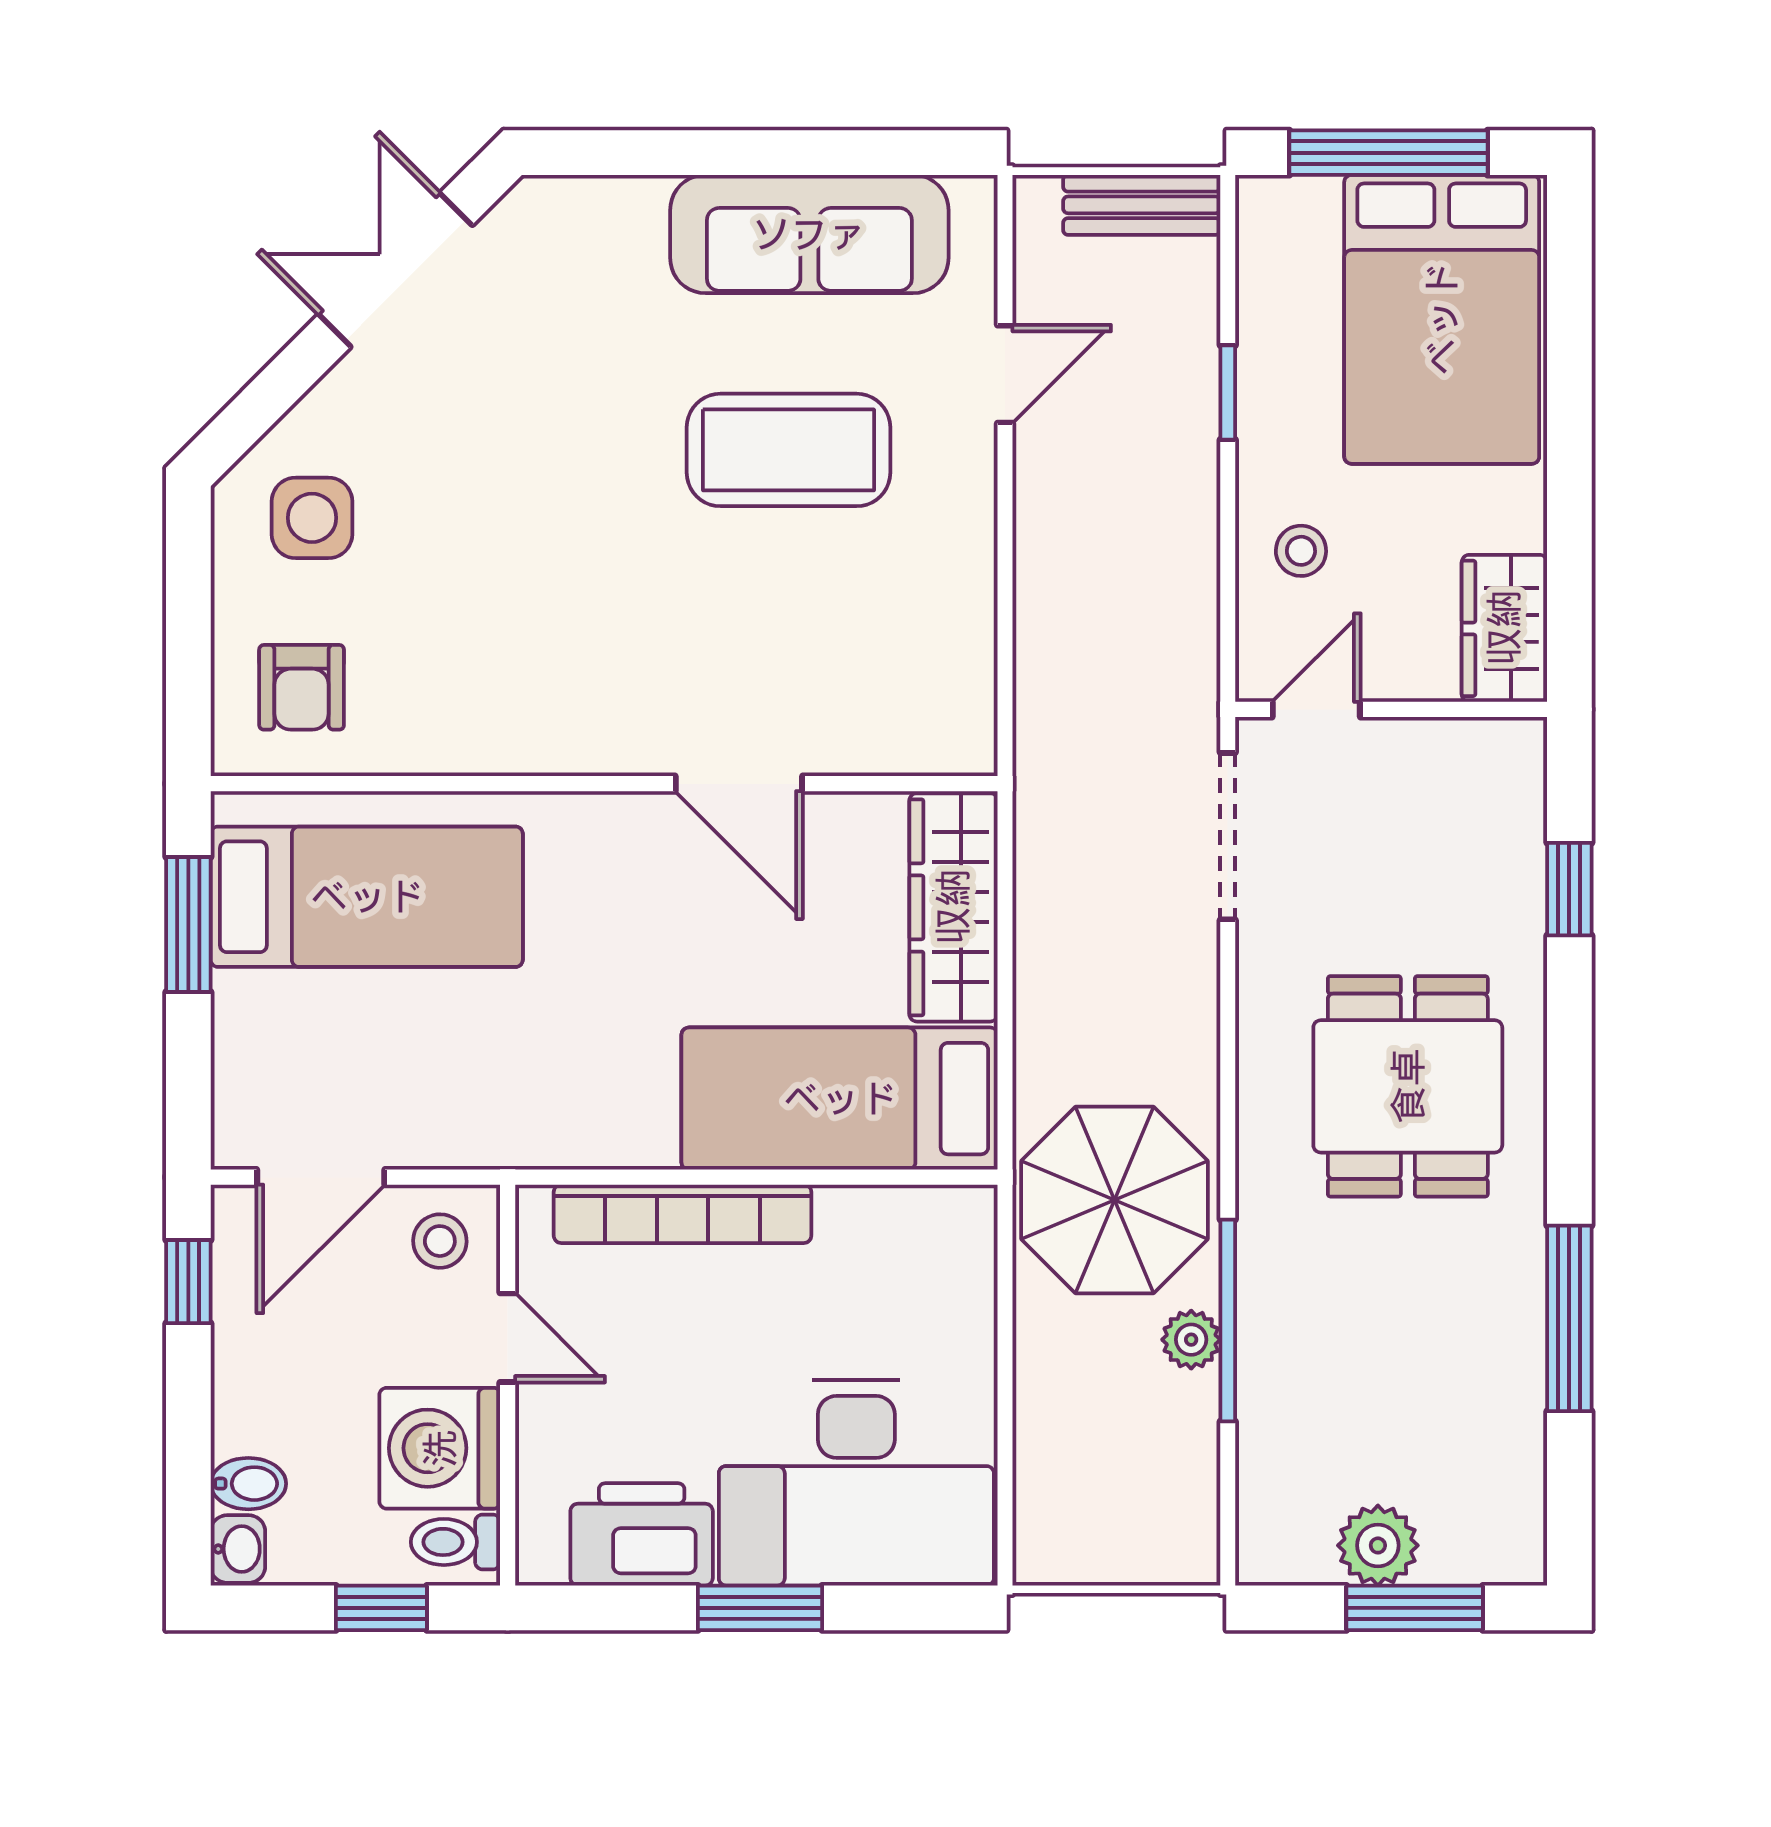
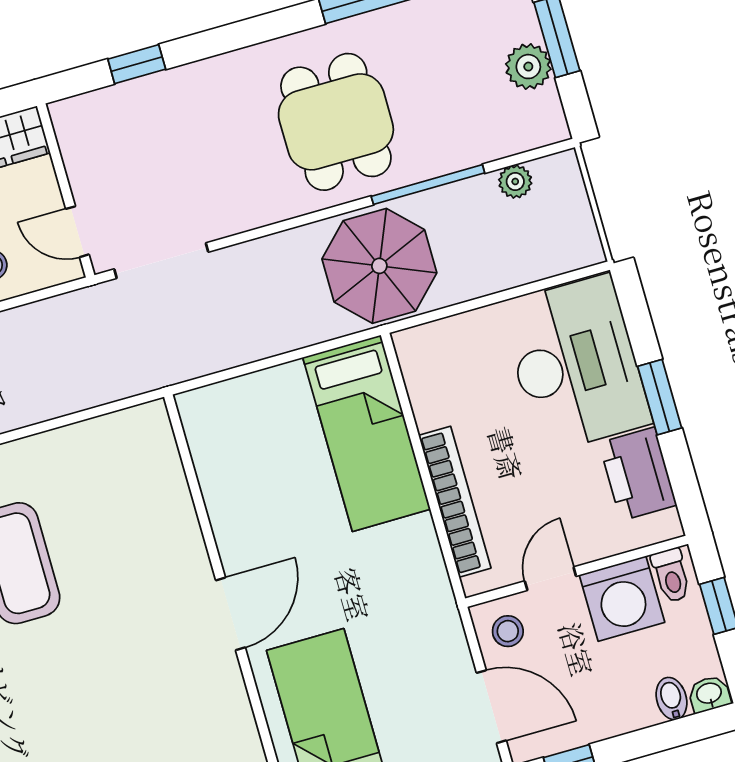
door: (739, 784) -> (230, 614), moved
wardrobe: (953, 907) -> (243, 401), removed
dining table: (1408, 1086) -> (336, 122), moved, turned 90
plant: (1191, 1340) -> (515, 182), moved

